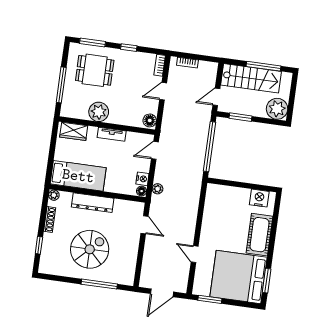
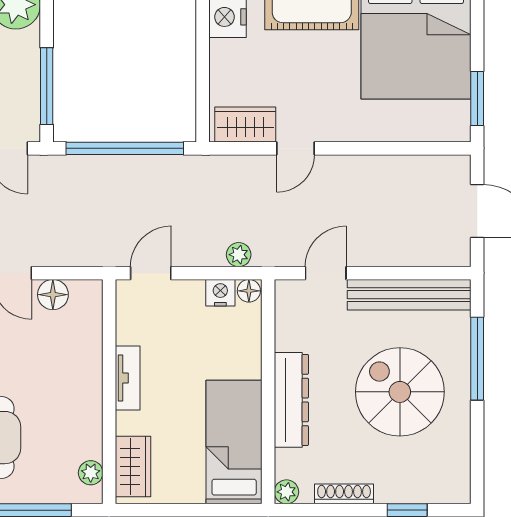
plant: (99, 112) -> (91, 473), moved, width x0.53, depth x0.53
window: (241, 117) -> (47, 86), width x1.44
floor lamp: (150, 120) -> (53, 295), moved
door: (155, 150) -> (151, 273), swing flipped
wardrobe: (213, 199) -> (245, 124), added
door: (195, 254) -> (296, 148), moved
bench: (130, 259) -> (409, 295), added

